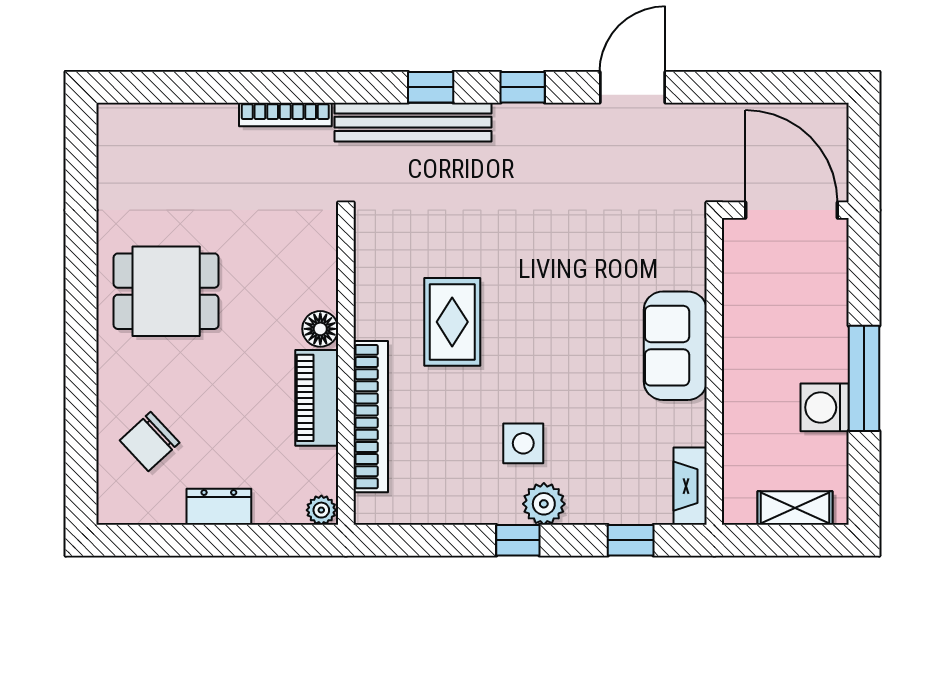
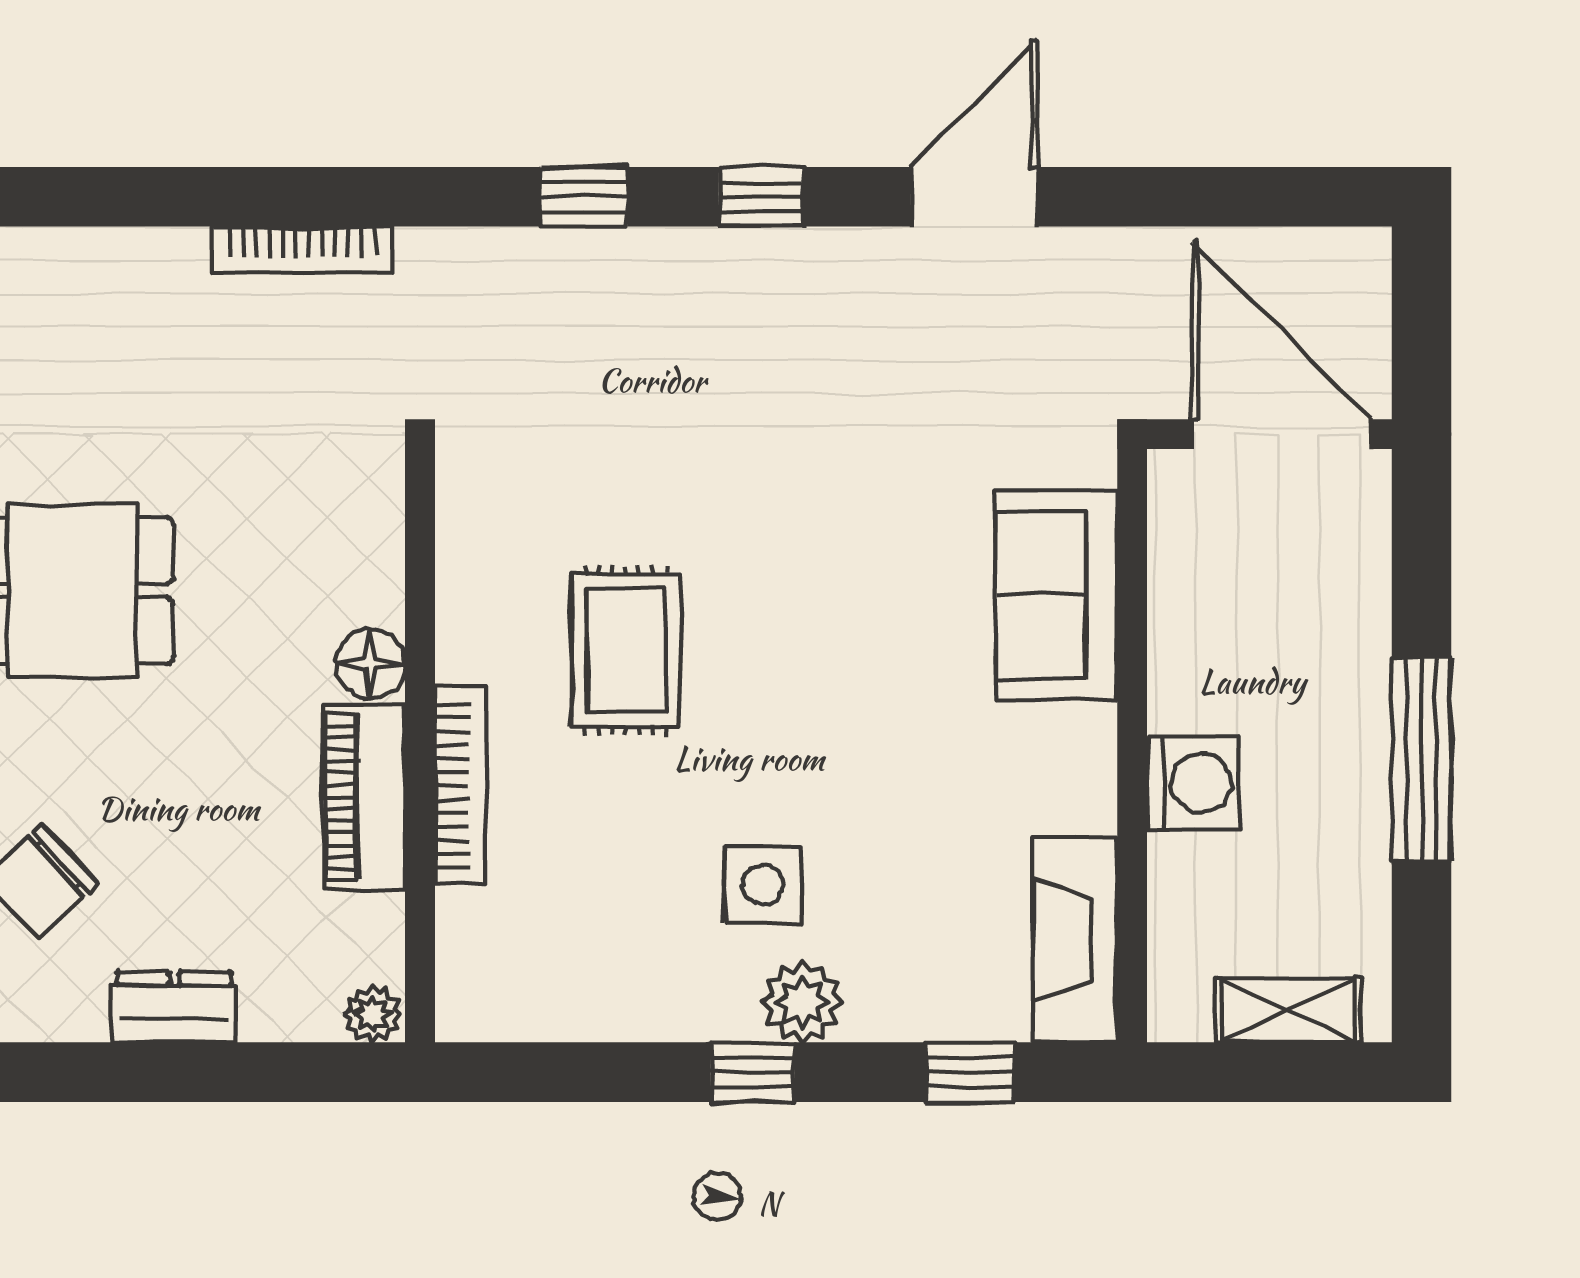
bench: (413, 122) -> (550, 264), removed
sofa: (675, 346) -> (1057, 595), moved
washing machine: (825, 407) -> (1193, 783), moved, turned 180
bookcase: (371, 417) -> (460, 786), width x0.68, depth x0.76
fireplace: (690, 486) -> (1075, 940), width x1.37, depth x1.32

